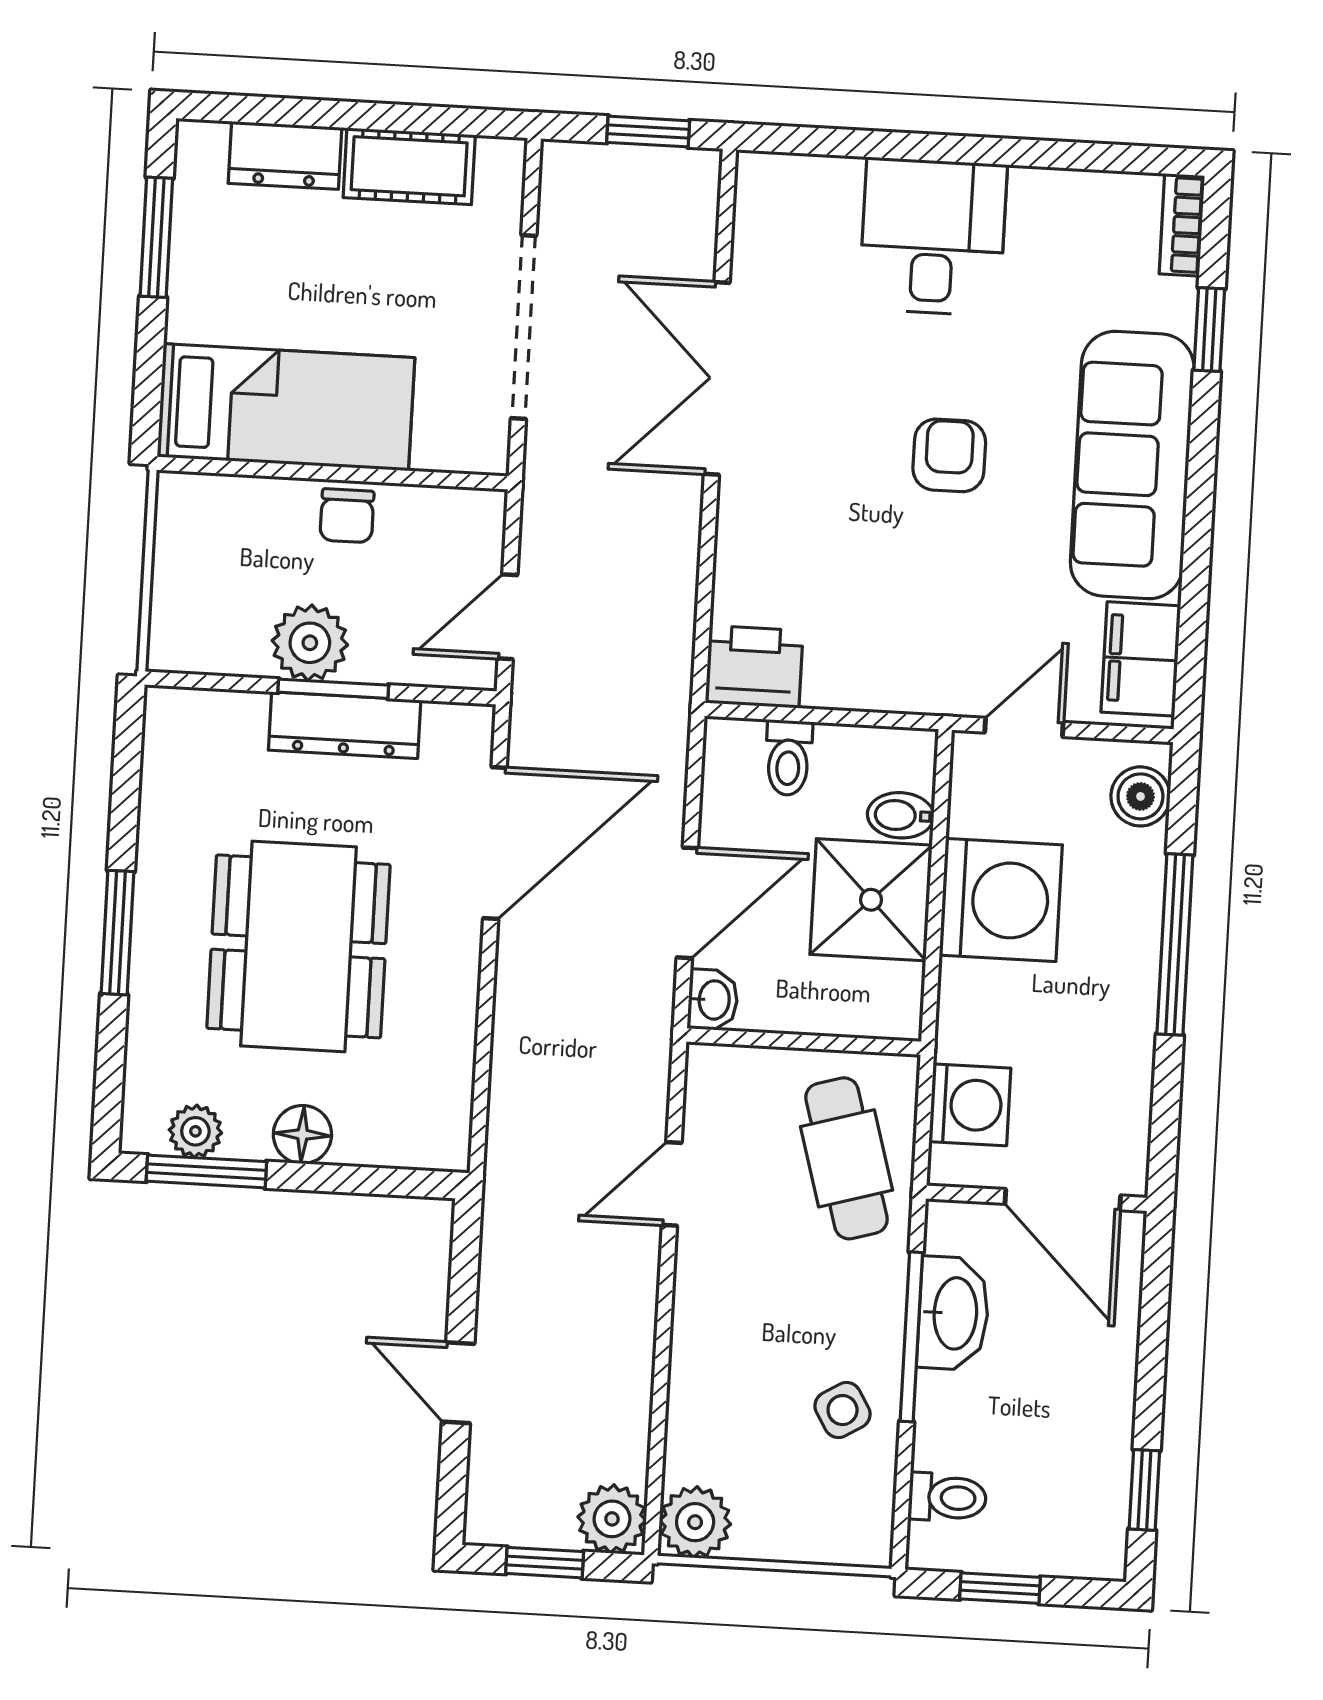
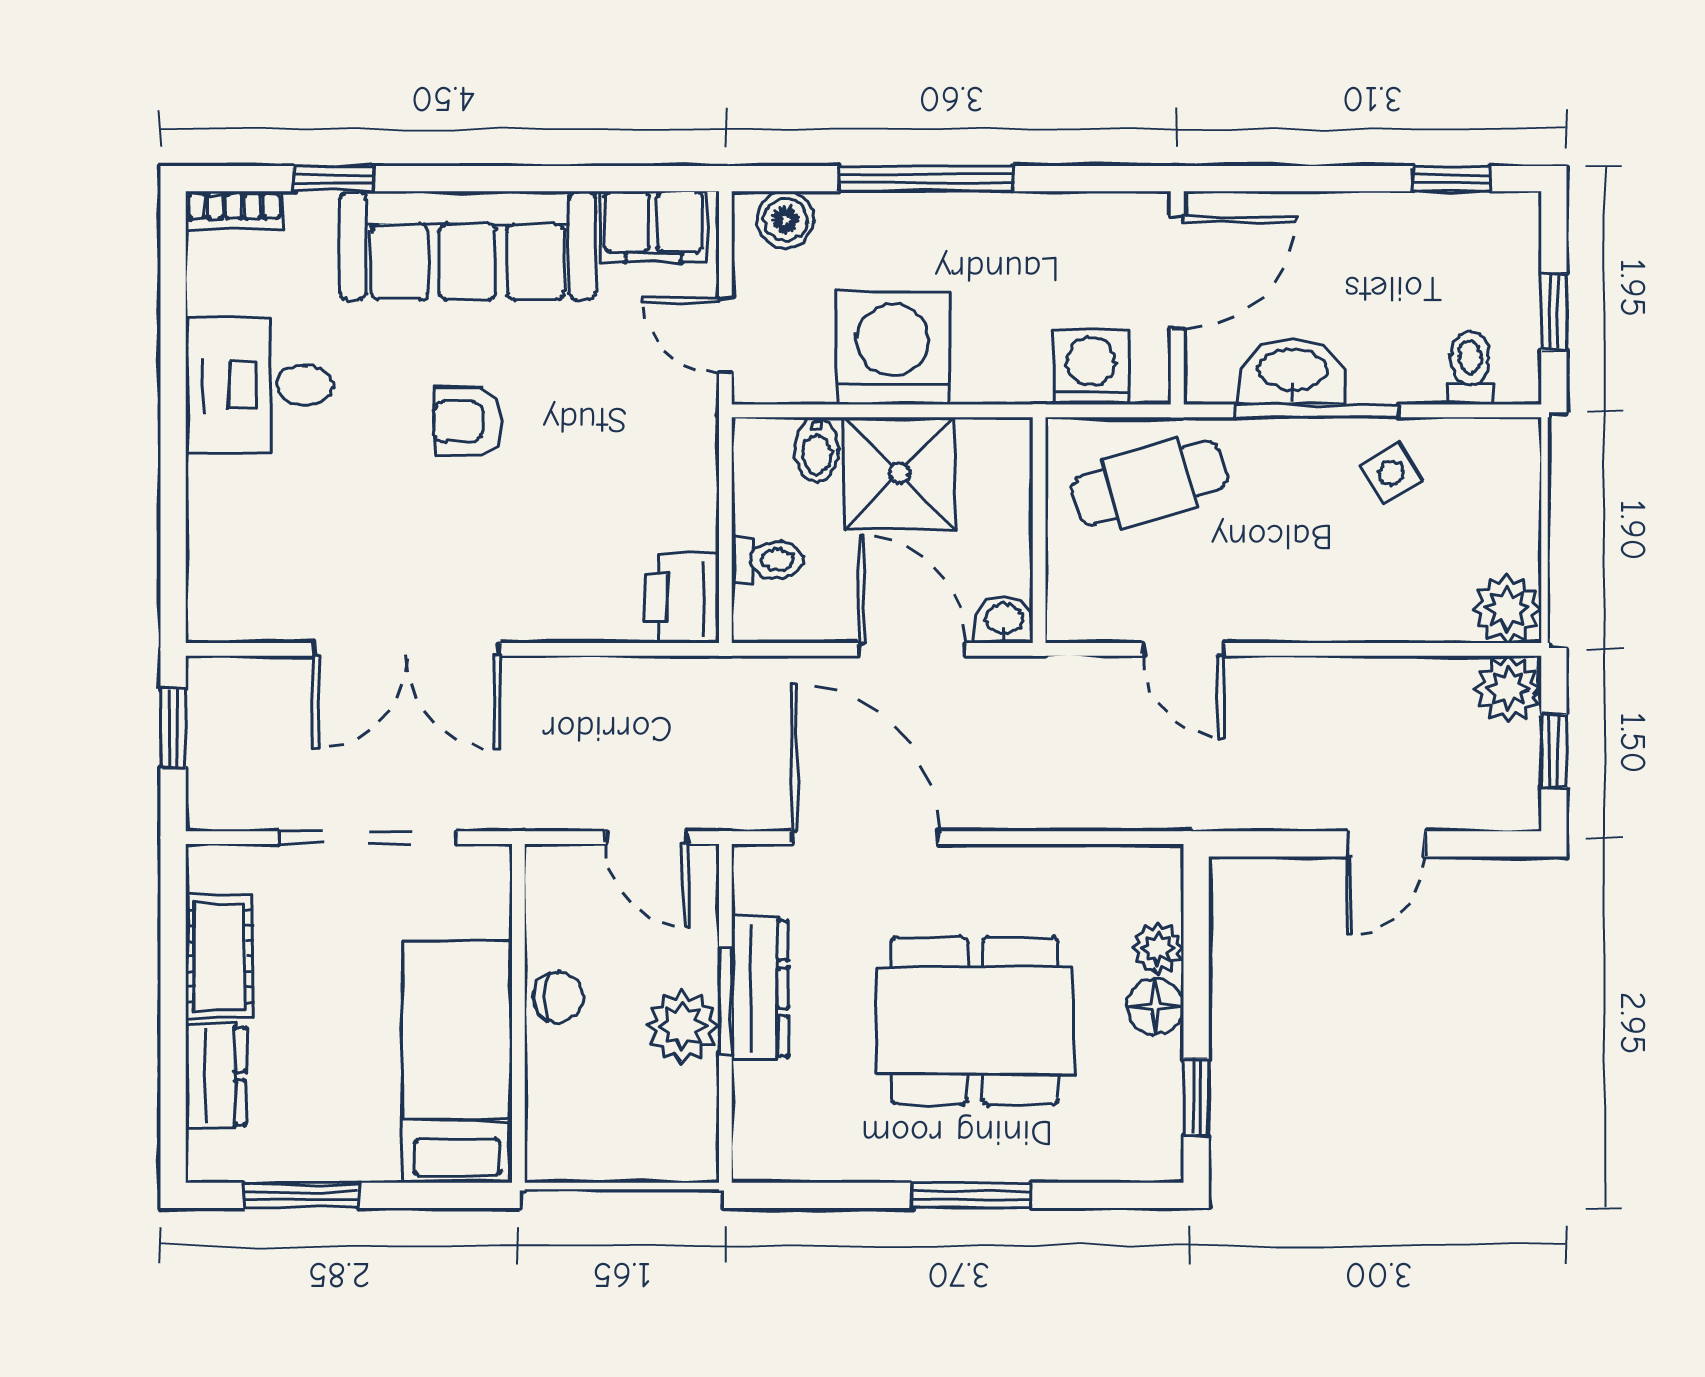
desk: (933, 237) -> (259, 385), moved
plant: (195, 1131) -> (1158, 948), moved
window: (206, 1171) -> (1196, 1097), width x0.67

